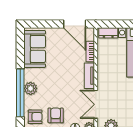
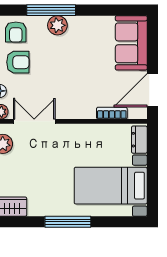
sofa: (35, 49) -> (131, 43), moved, turned 90
tv unit: (89, 76) -> (76, 112), removed
window: (20, 93) -> (51, 10), width x0.68

